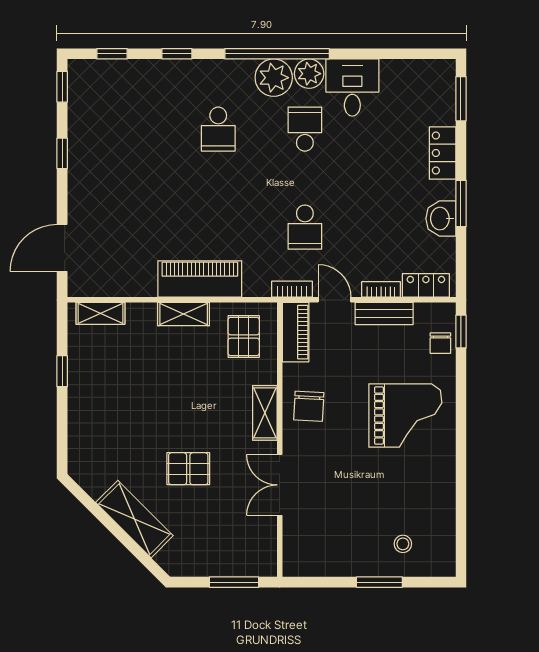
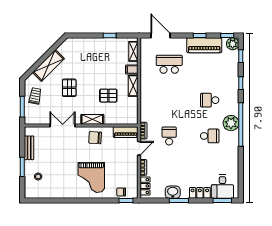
plant: (309, 74) -> (233, 44), moved
desk: (352, 88) -> (222, 187), moved, turned 90
school desk: (132, 227) -> (169, 64), added
school desk: (305, 227) -> (169, 136), turned 90
piano: (200, 279) -> (204, 45), moved, turned 90
bench: (384, 313) -> (29, 148), moved
filing cabinet: (144, 318) -> (132, 70), added
pallet: (244, 336) -> (108, 96), moved
trolley: (208, 551) -> (35, 96), added

